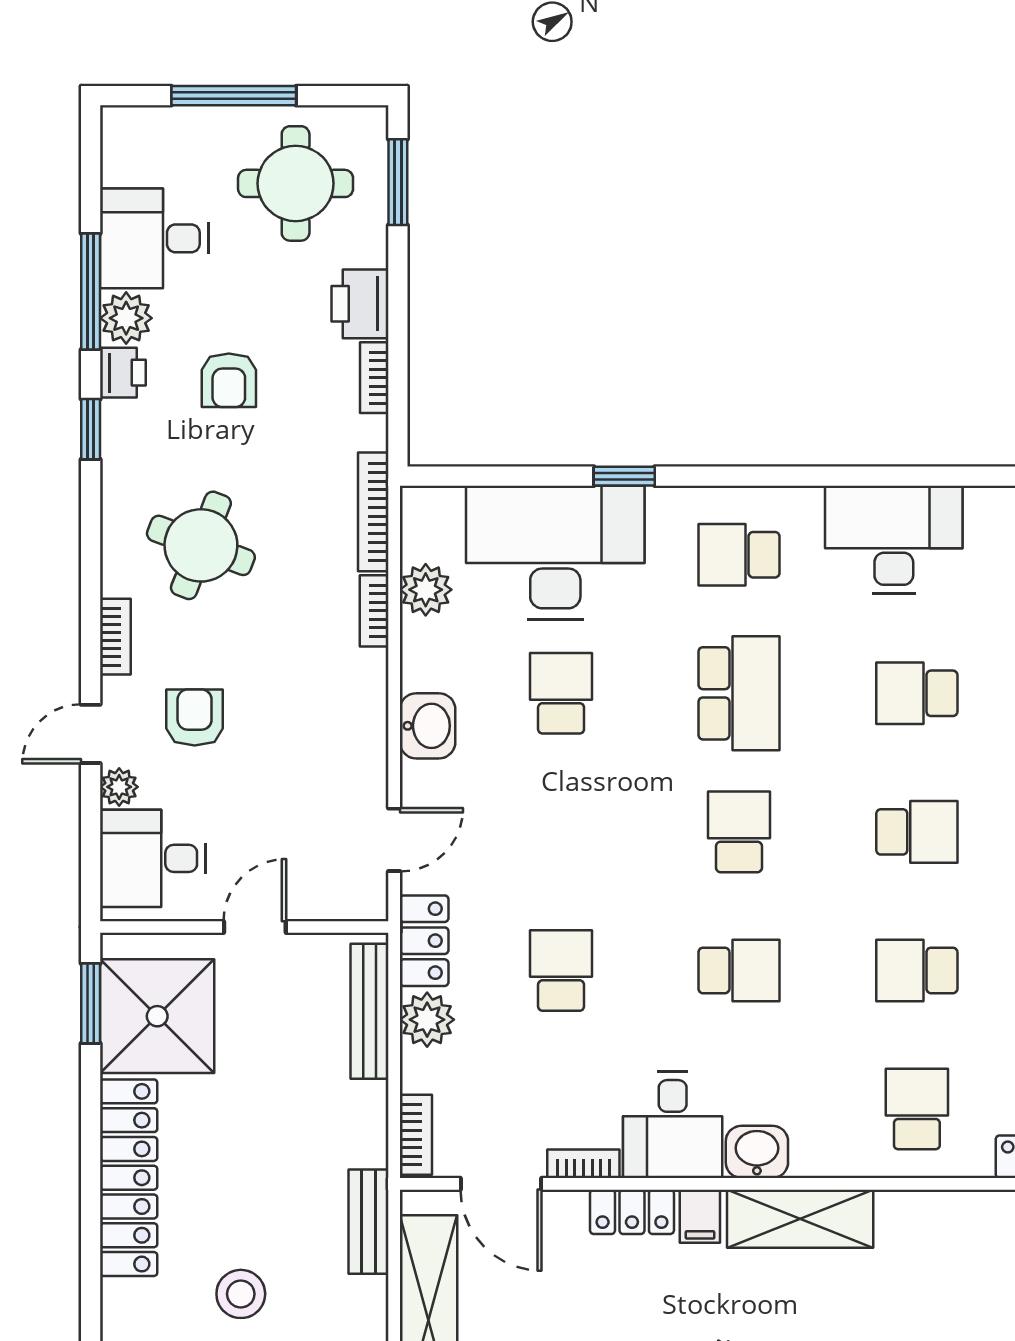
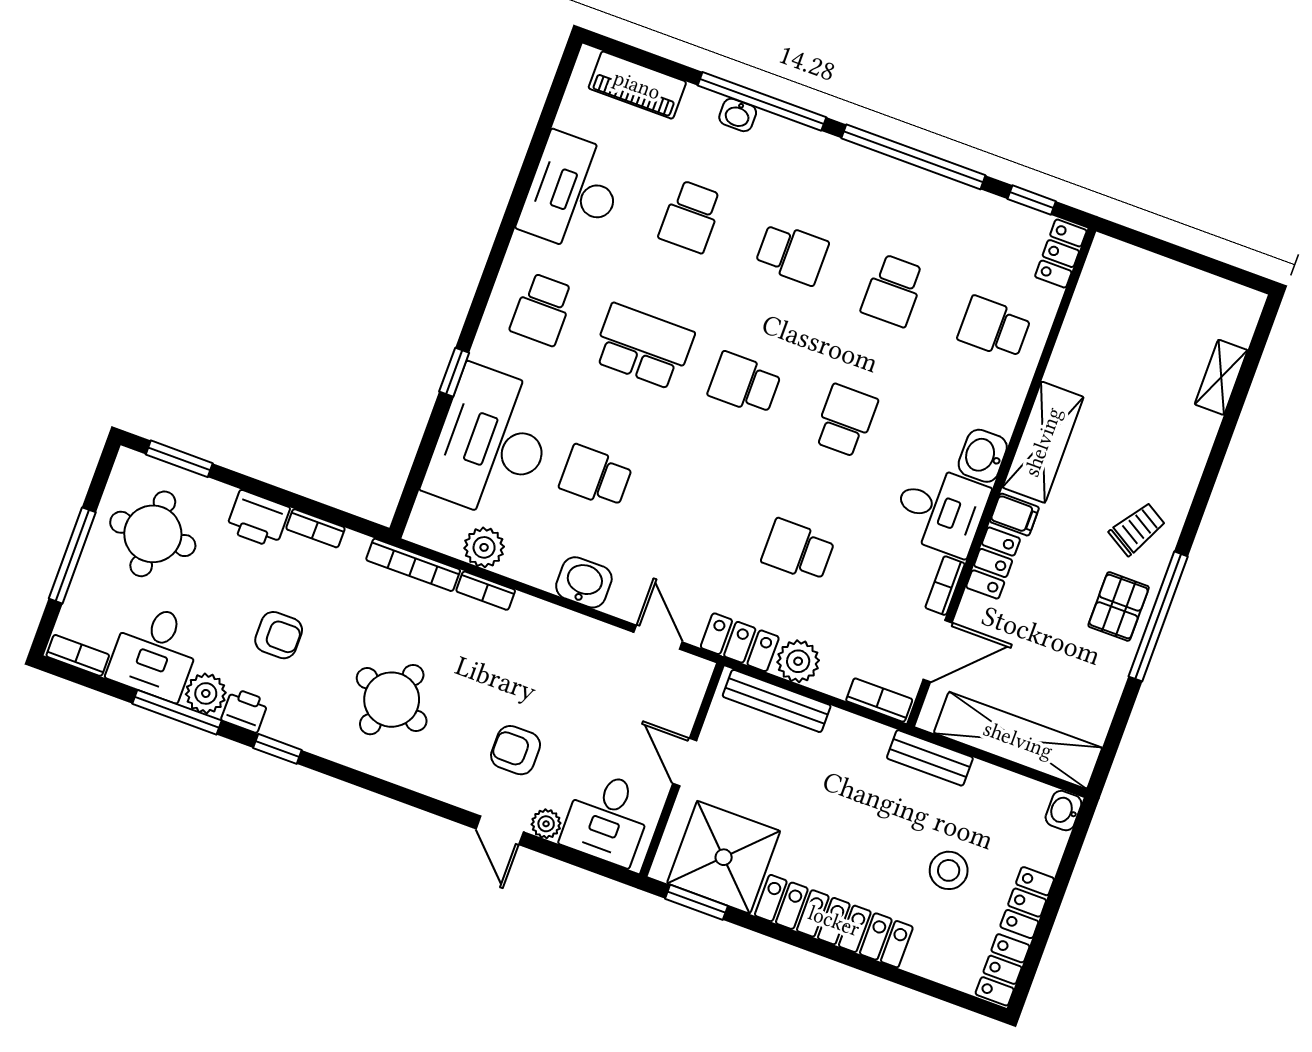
bookcase: (115, 637) -> (78, 655), moved
school desk: (917, 832) -> (792, 254), turned 90

